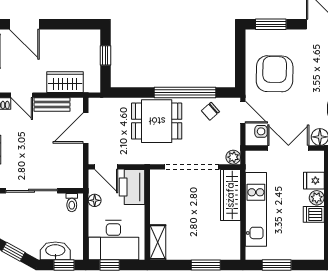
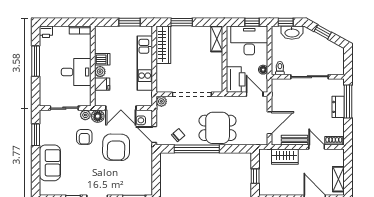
armchair: (275, 74) -> (116, 147), moved
wardrobe: (230, 195) -> (163, 45), moved

